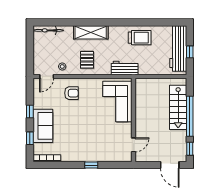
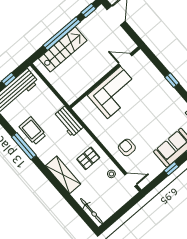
window: (134, 22) -> (24, 146), added
corner sofa: (117, 102) -> (114, 93), moved

